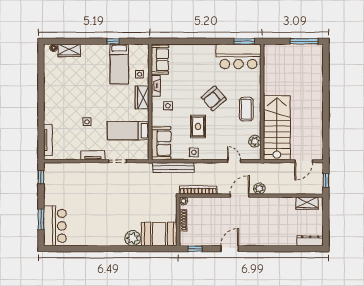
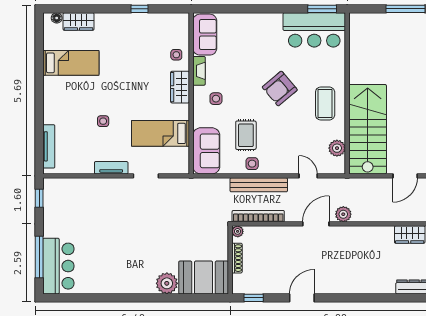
bed: (119, 64) -> (71, 63), moved, turned -90
rug: (198, 126) -> (246, 135), moved
bench: (173, 168) -> (259, 185), moved
window: (41, 219) -> (39, 257), width x1.44

